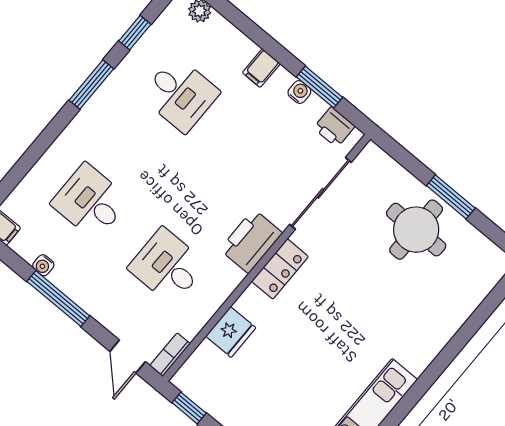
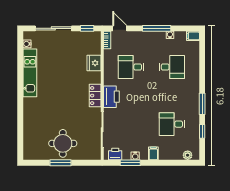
desk: (167, 266) -> (131, 67), turned 180

